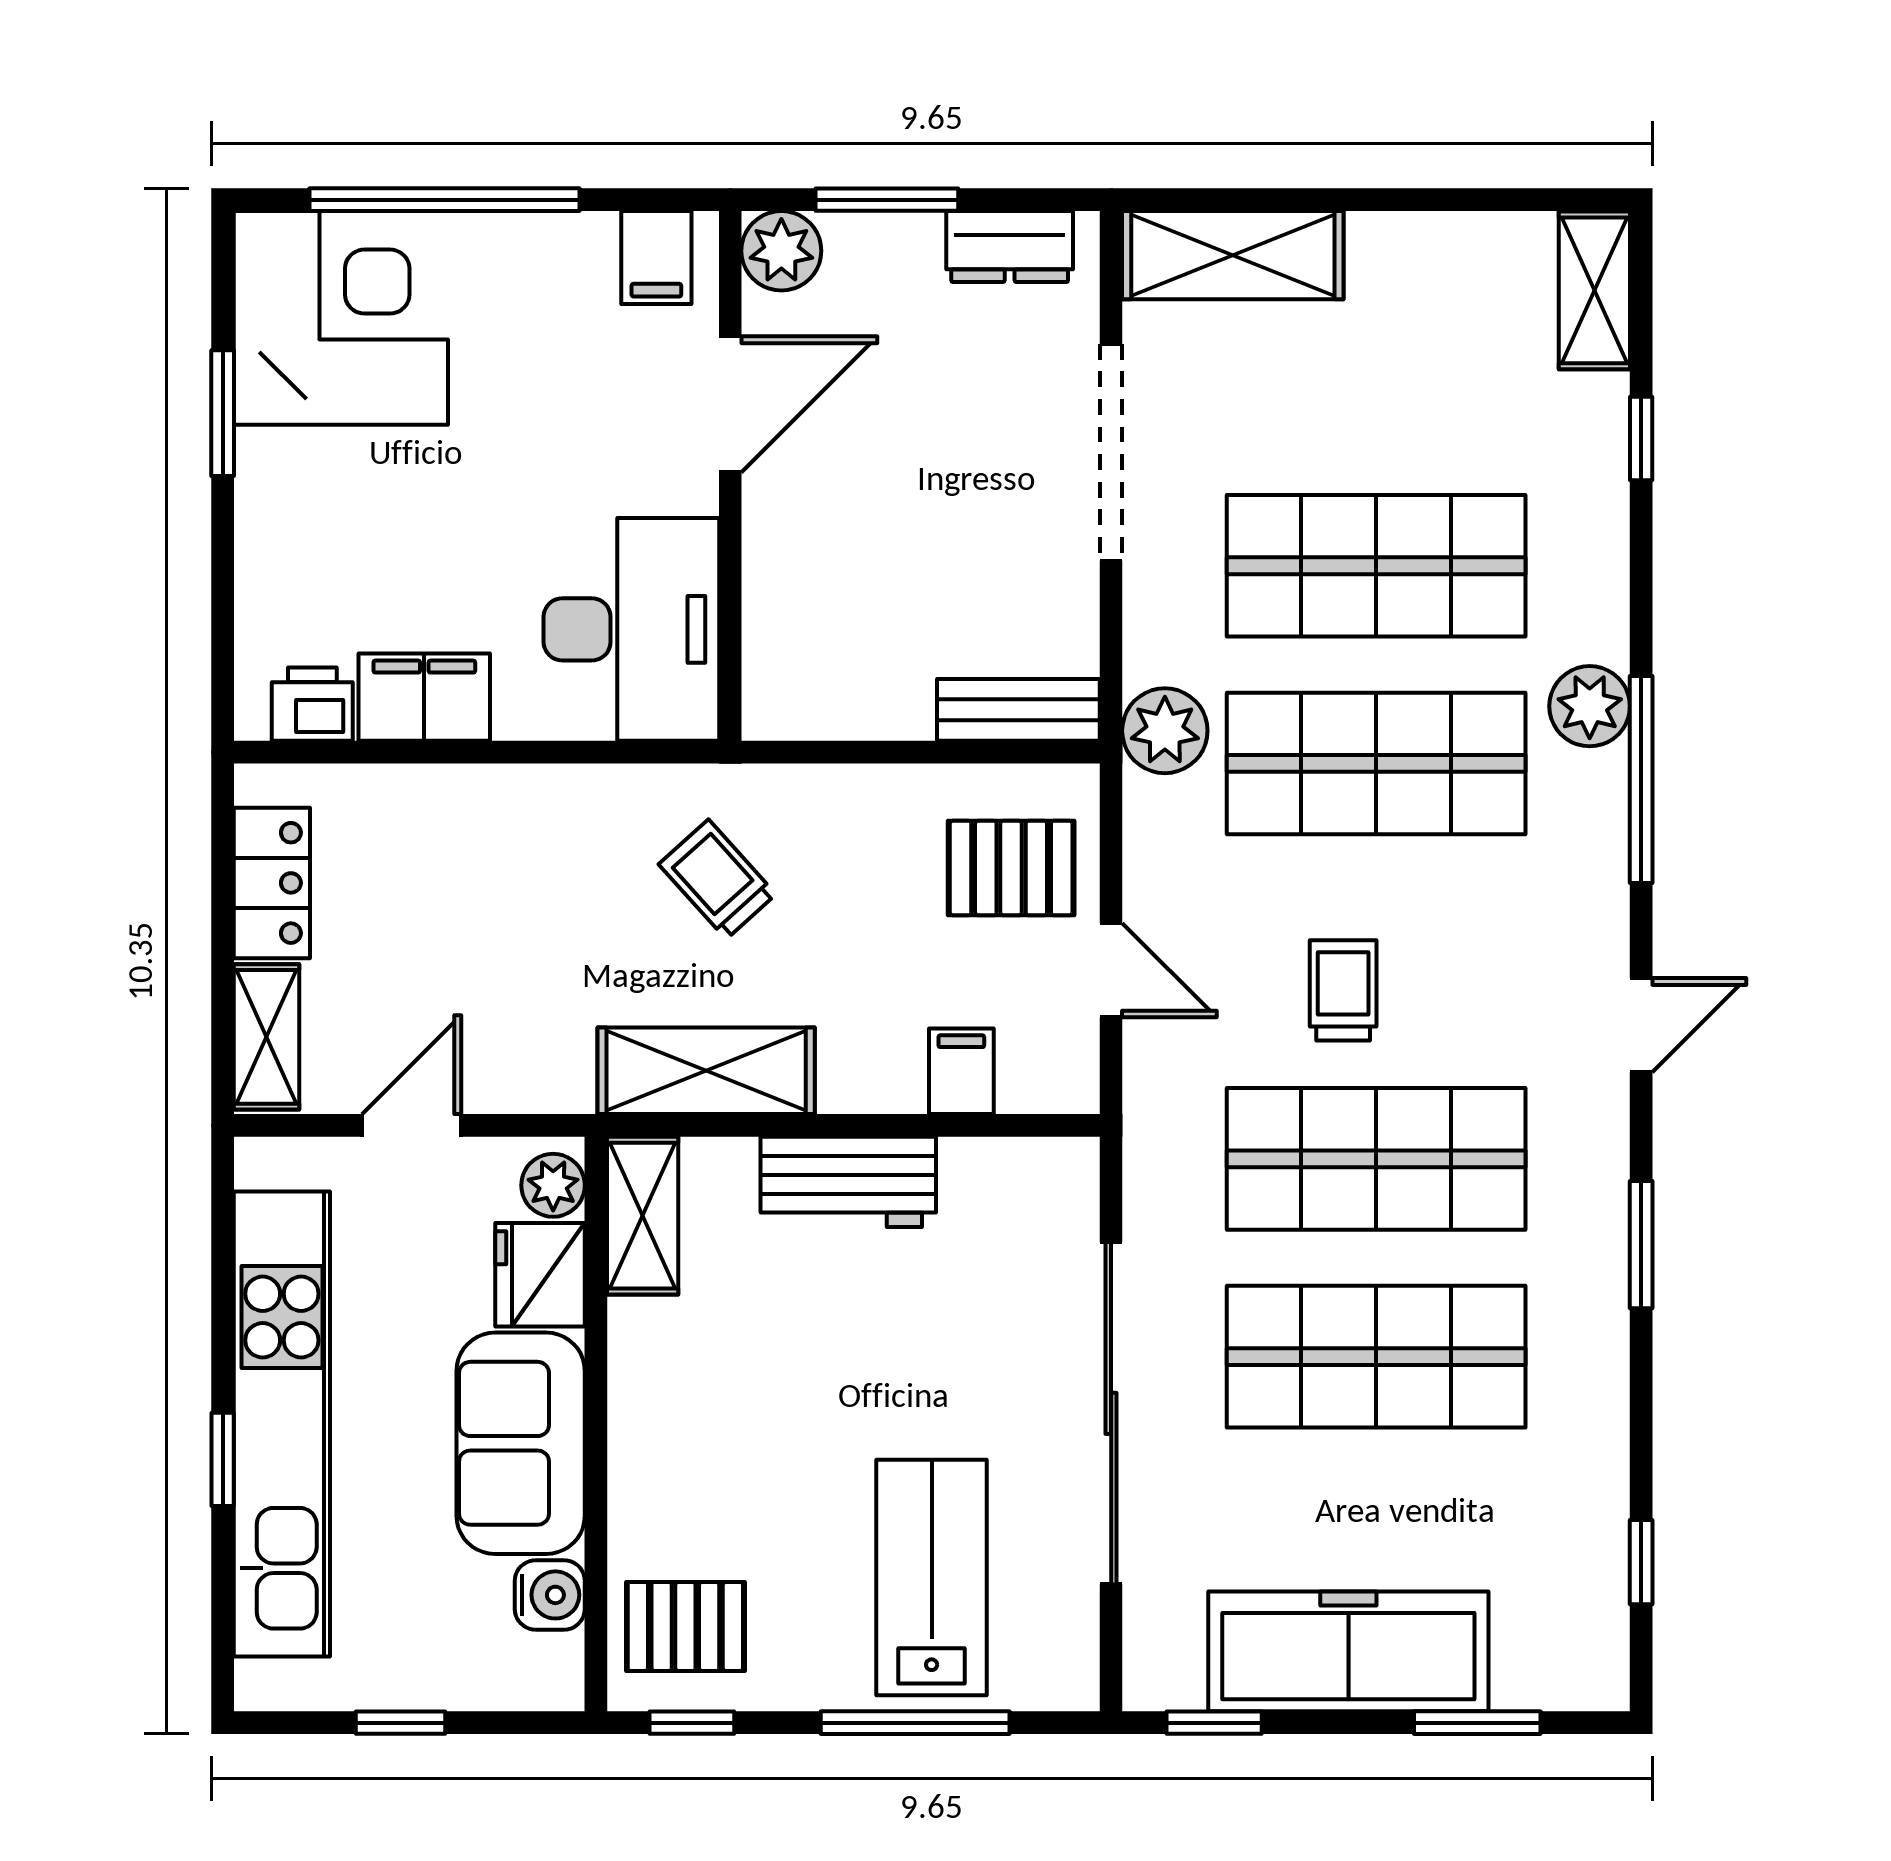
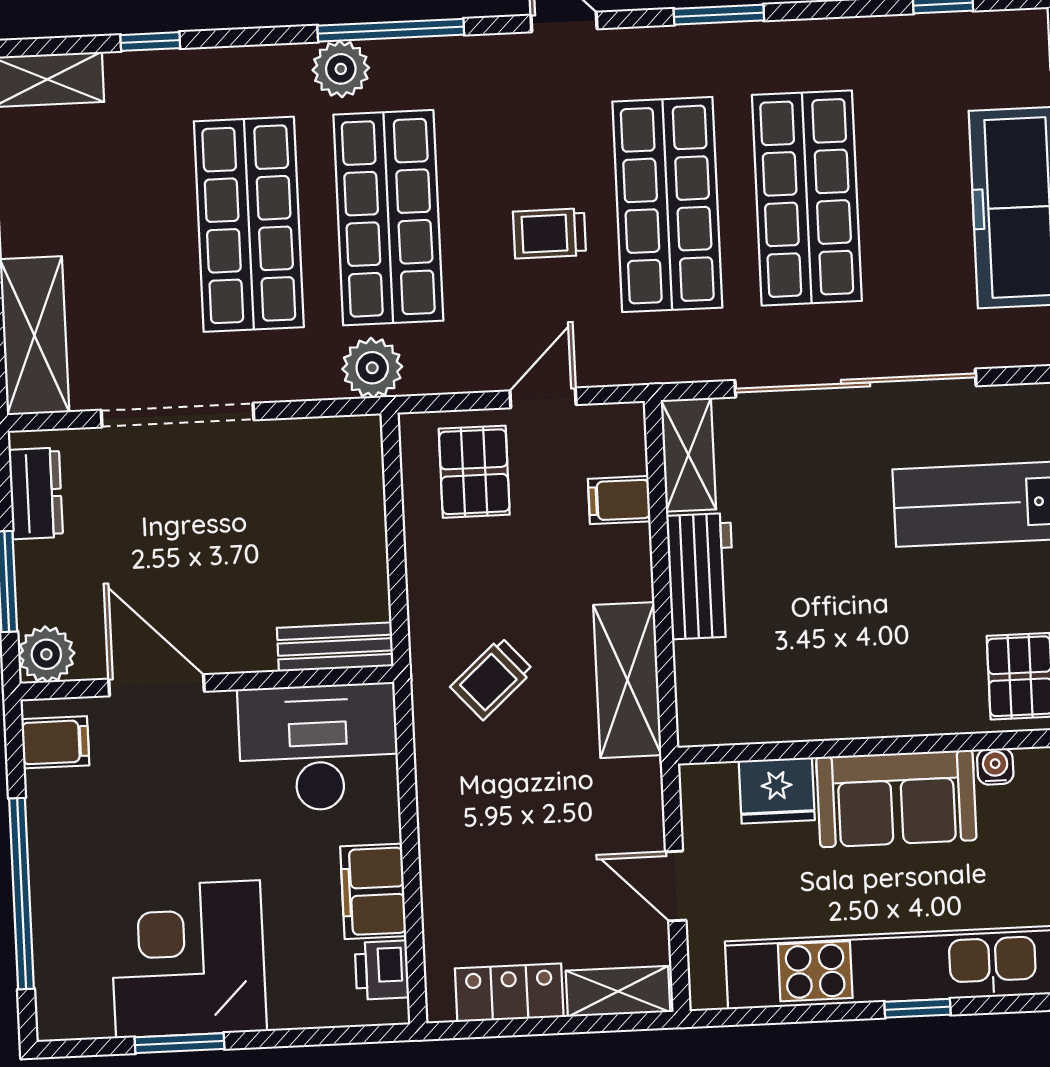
corner desk: (341, 318) -> (188, 959), moved
bench: (1018, 710) -> (335, 647), moved, turned 90
plant: (553, 1185) -> (713, 784), removed
shelving: (643, 1216) -> (688, 455), moved, turned 90
water cooler: (550, 1595) -> (995, 766), width x0.72, depth x0.72

